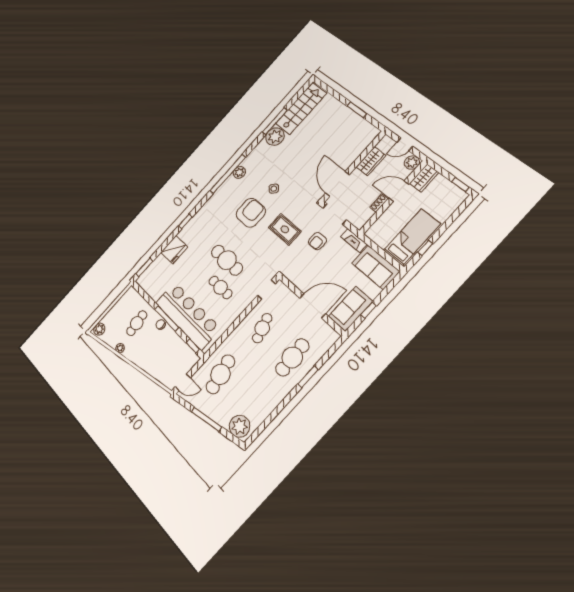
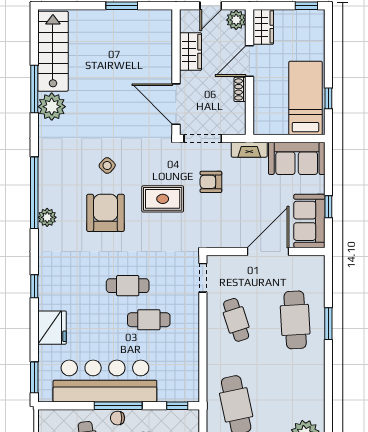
plant: (239, 172) -> (47, 217), moved
armchair: (317, 241) -> (211, 182), turned 90
cafe table: (227, 260) -> (128, 286), width x0.73, depth x0.74
bar counter: (188, 316) -> (105, 381), moved

